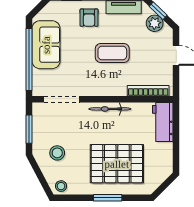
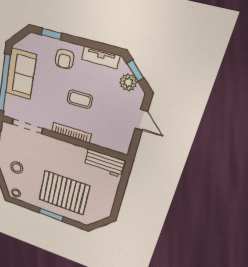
coffee table: (112, 53) -> (80, 99), width x0.73, depth x0.77
bookcase: (148, 91) -> (71, 133), moved
bicycle: (110, 109) -> (67, 148), removed
workbench: (163, 122) -> (104, 163), moved, turned -90

